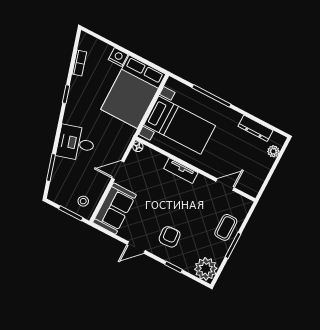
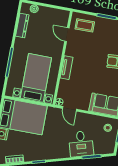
desk: (76, 143) -> (81, 144), moved
door: (118, 170) -> (70, 109), moved
coffee table: (226, 227) -> (85, 25), moved

